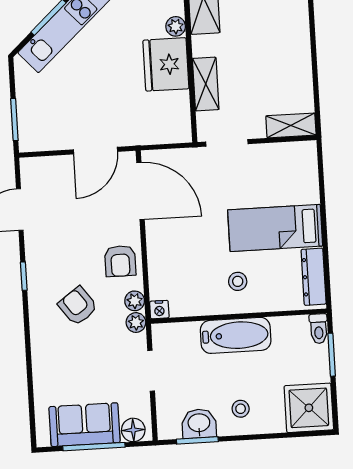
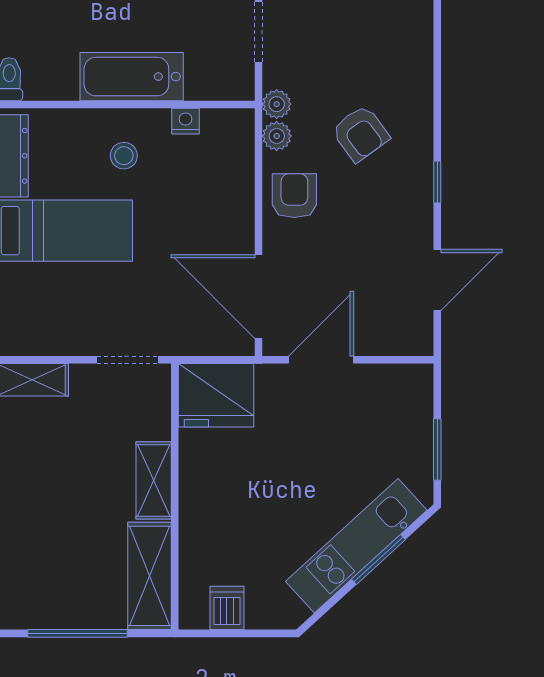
plant: (176, 26) -> (193, 535), removed
fridge: (166, 64) -> (216, 395), moved, turned 90
shelving: (206, 84) -> (154, 480), moved
window: (14, 120) -> (437, 450), moved
nightstand: (159, 310) -> (186, 121), moved

